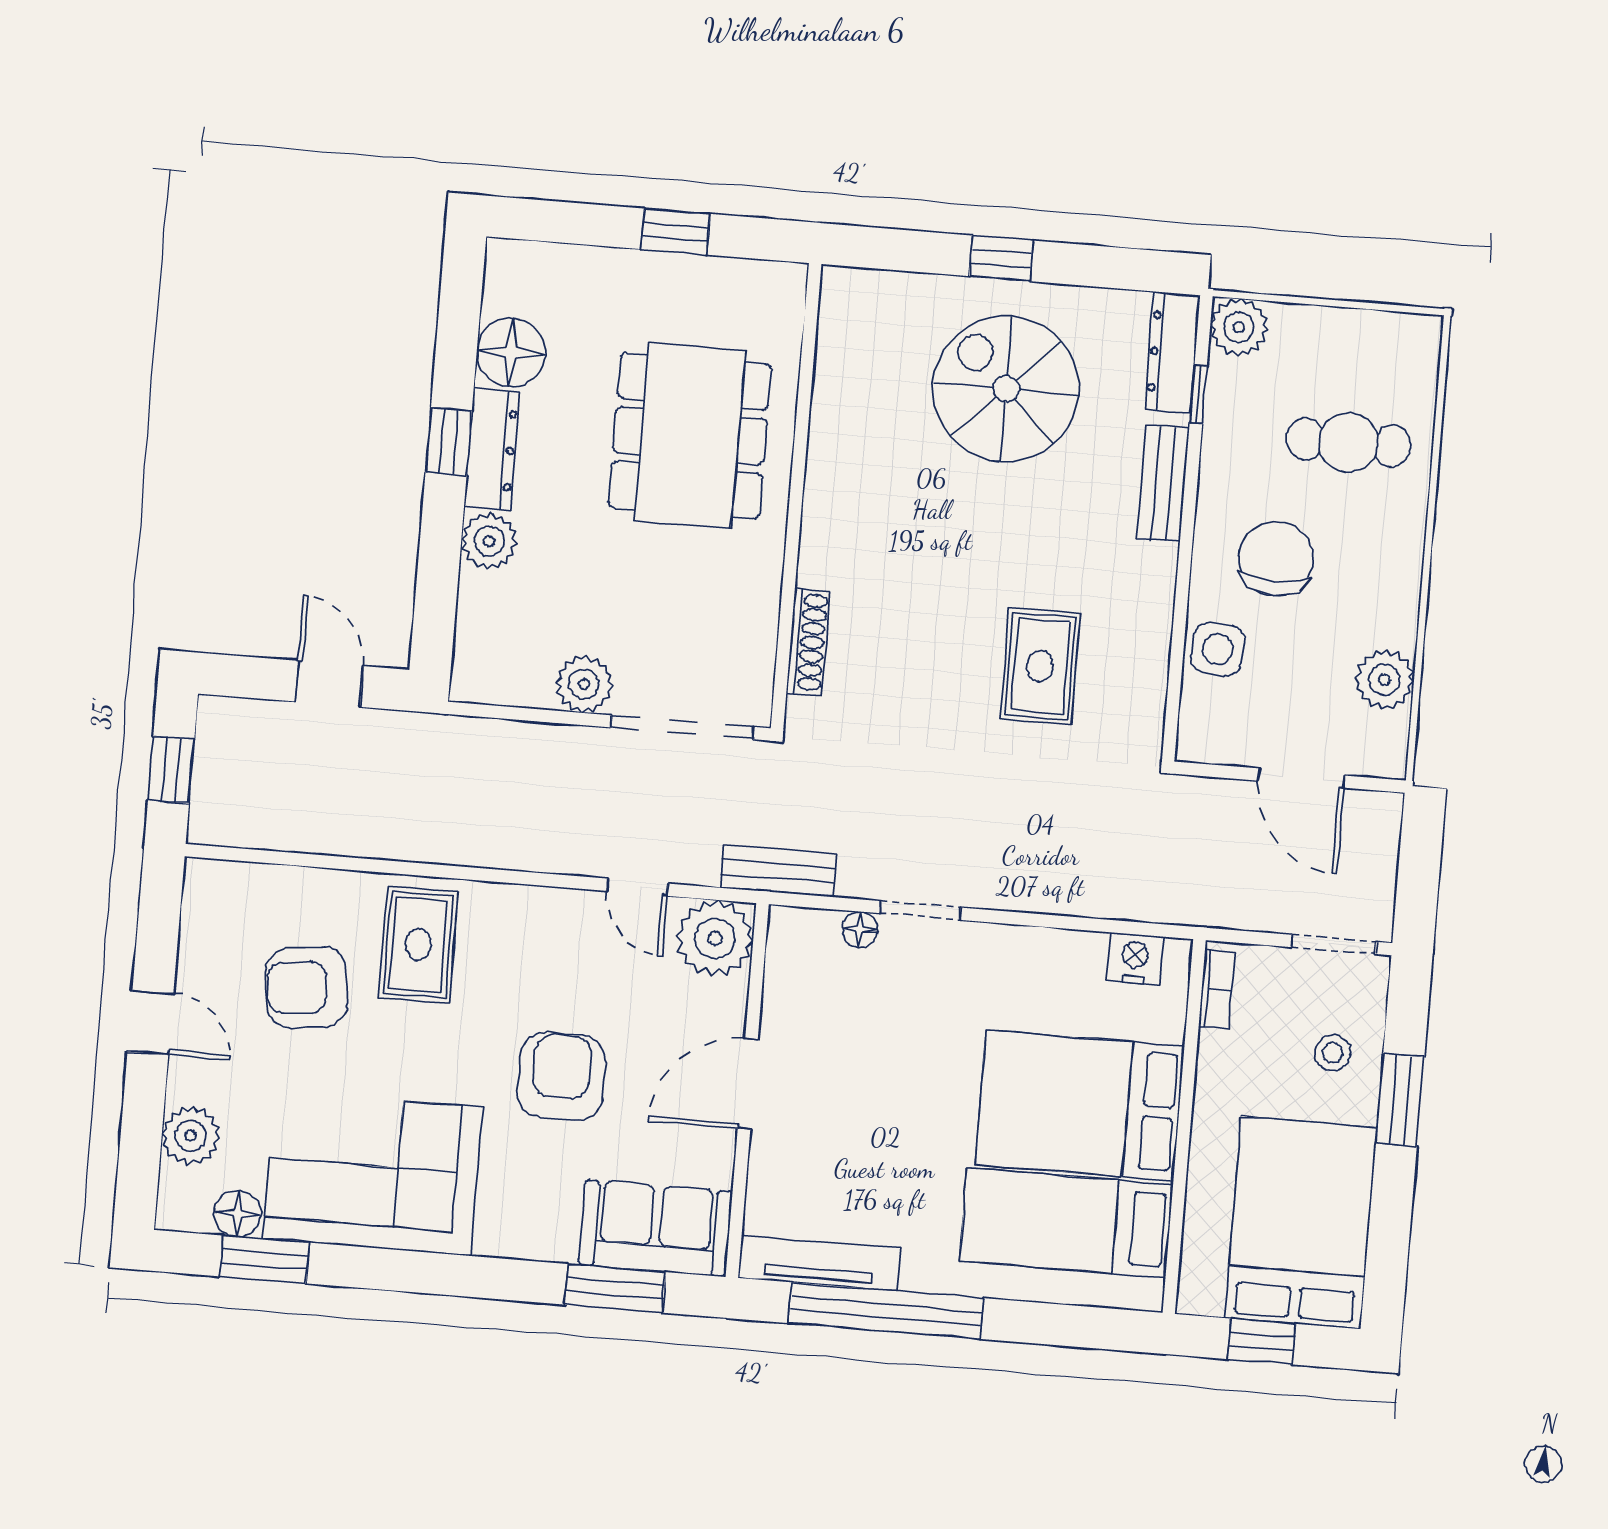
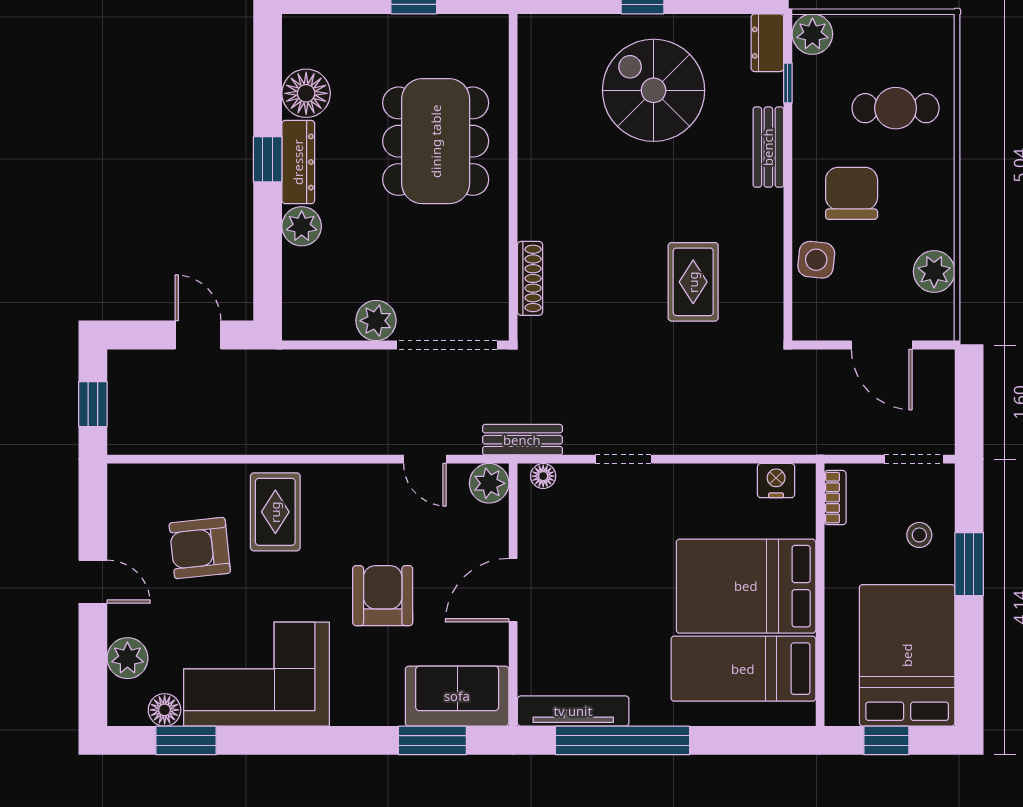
dresser: (1172, 352) -> (767, 43), width x0.70
floor lamp: (860, 930) -> (543, 476), moved
plant: (715, 938) -> (489, 483), width x0.73, depth x0.73

